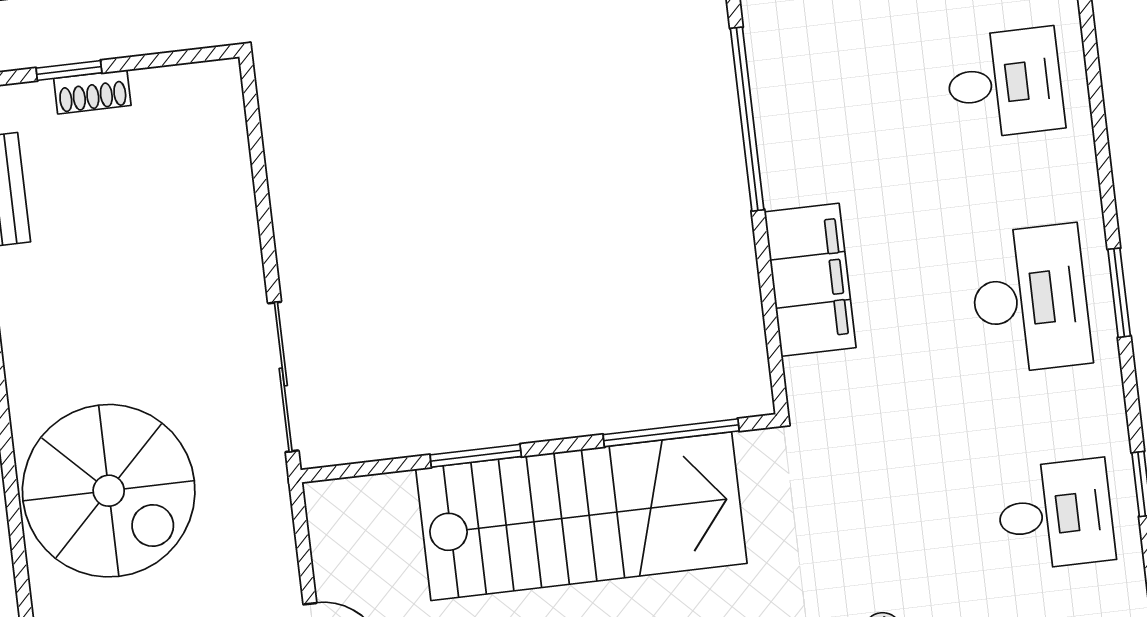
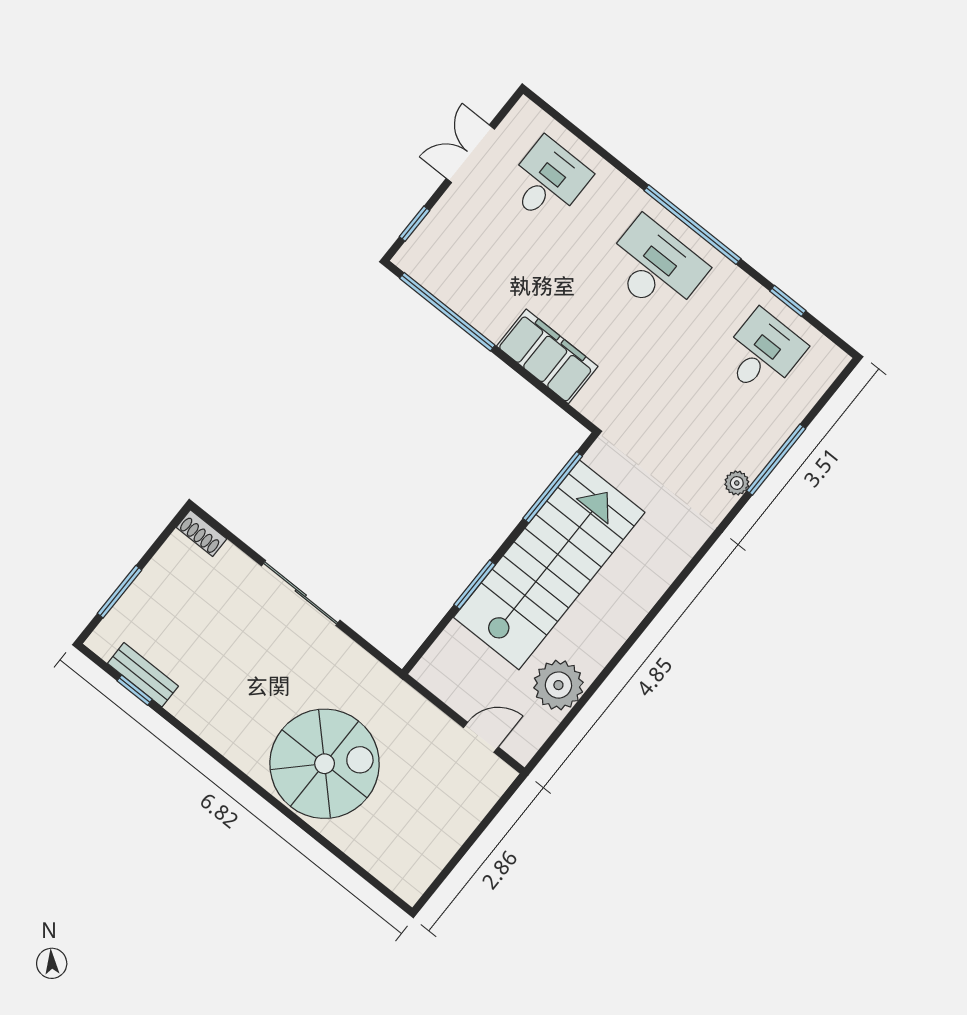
window: (69, 70) -> (120, 592), width x1.50
shoe rack: (92, 92) -> (201, 533), moved, turned 90
window: (1119, 293) -> (692, 225), width x2.11
sliding door: (283, 377) -> (301, 593), moved

